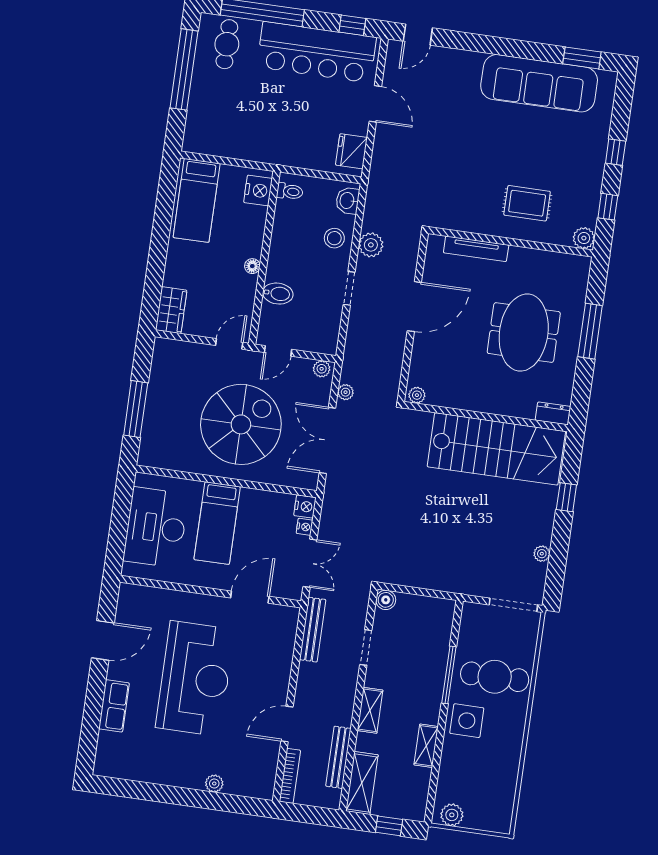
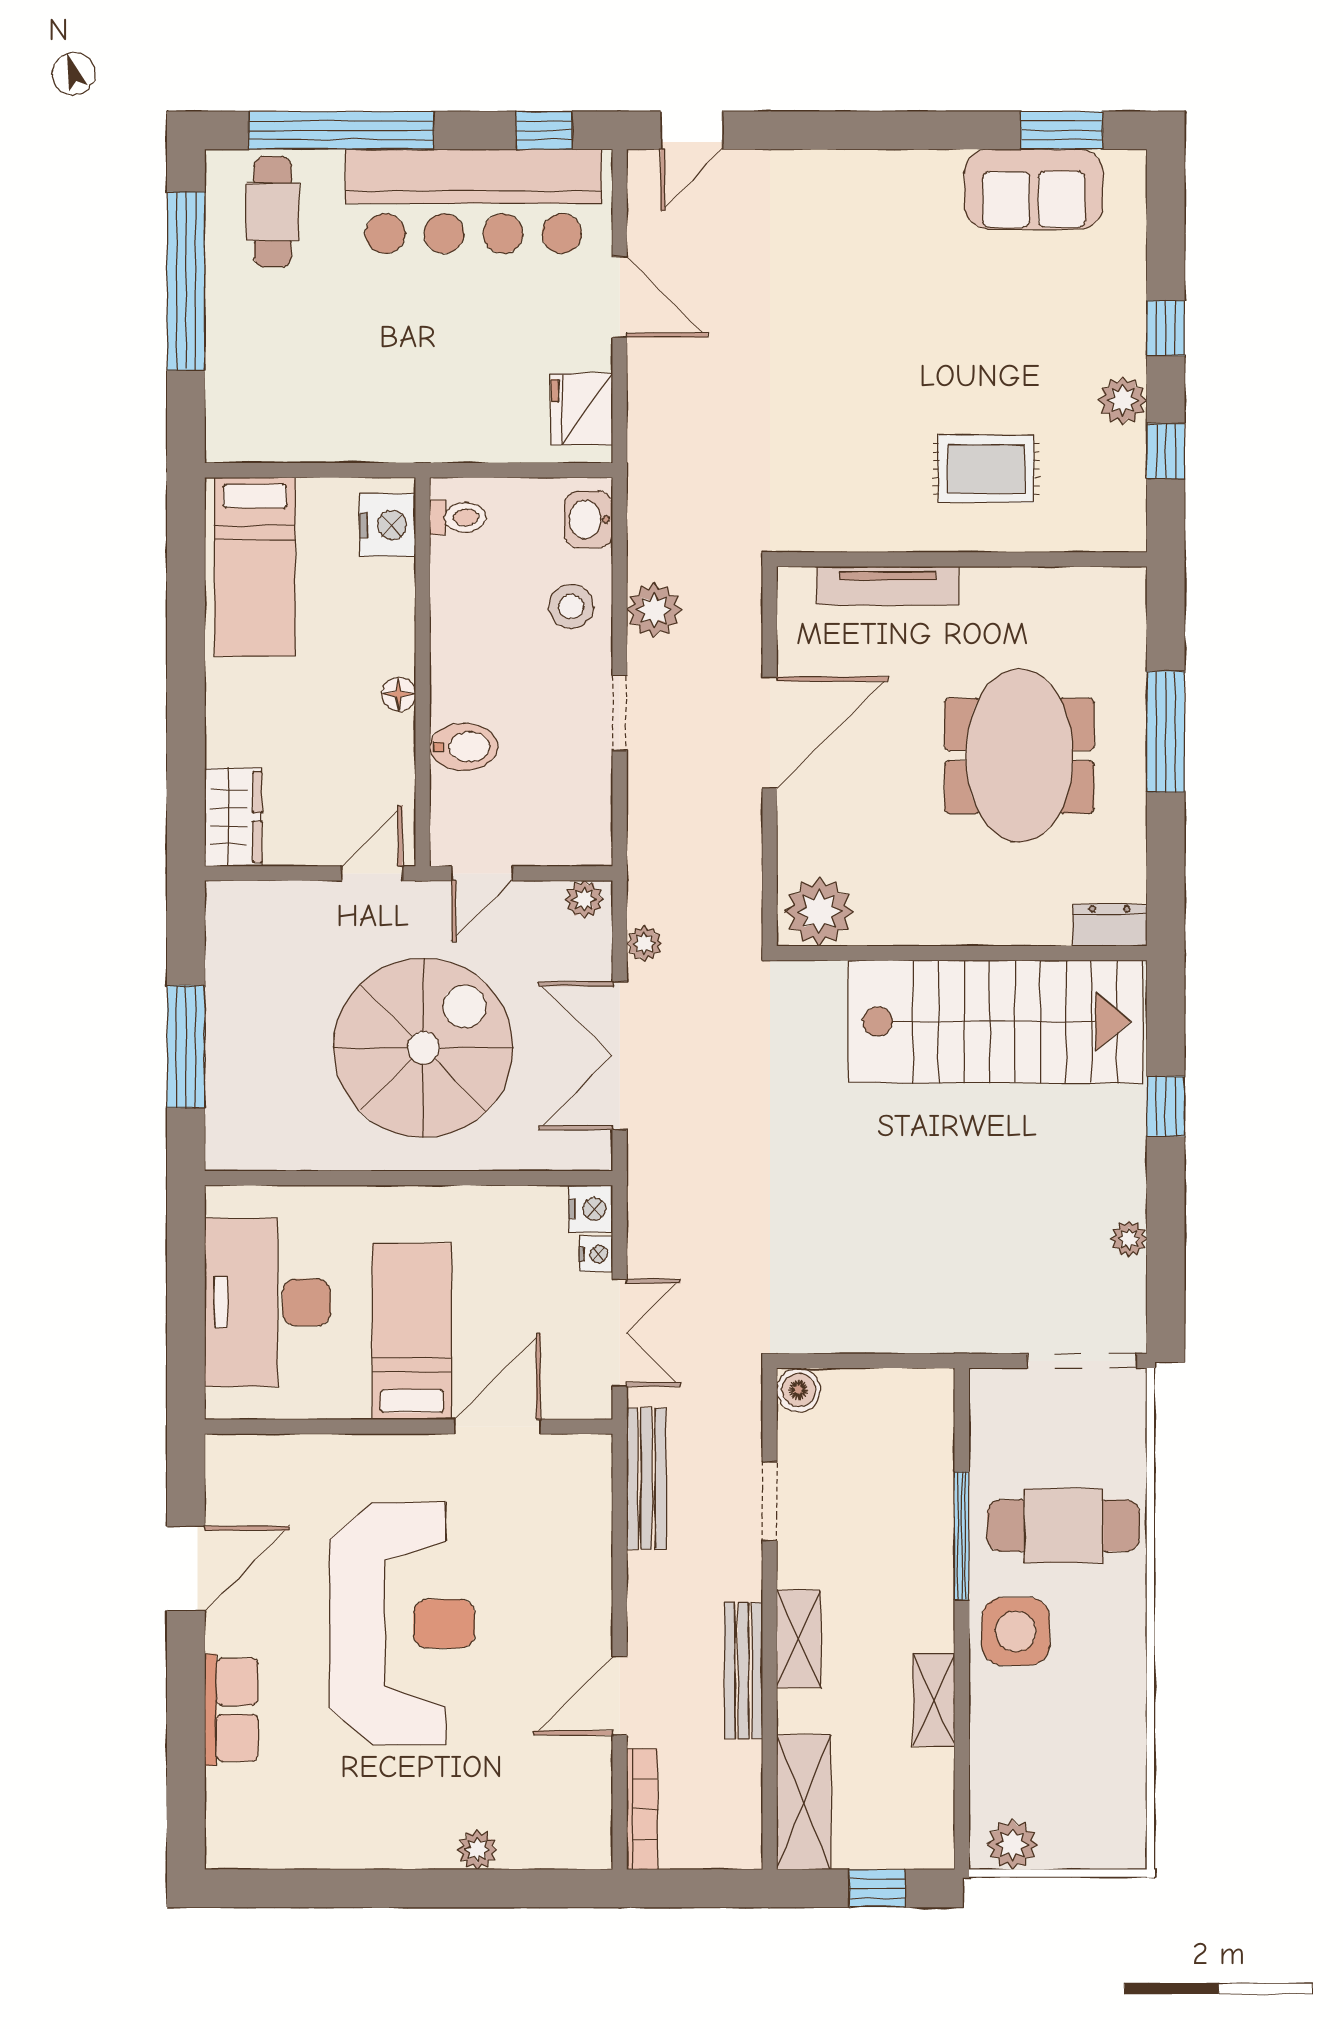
sofa: (539, 83) -> (1034, 189), width x0.54, depth x0.79
plant: (584, 238) -> (1123, 400), moved
plant: (417, 395) -> (819, 912), width x1.88, depth x1.88
bed: (217, 523) -> (412, 1331), moved, turned 180
bench: (338, 757) -> (743, 1670), moved

